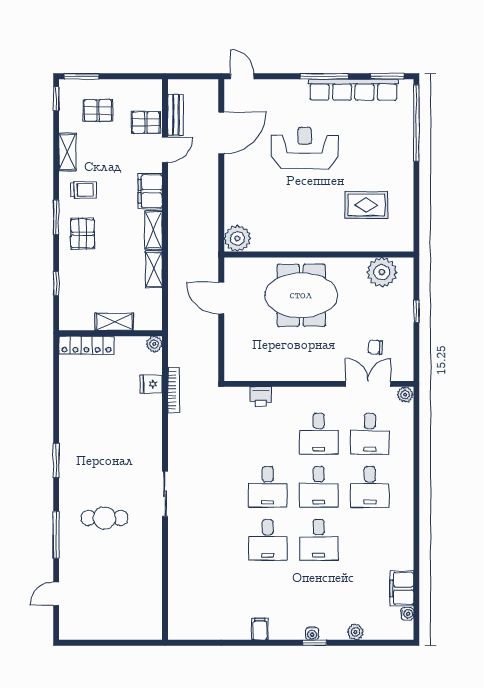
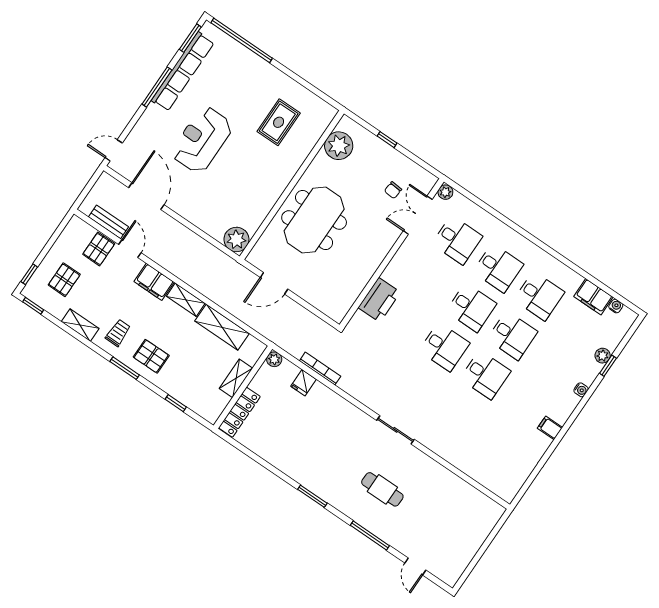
window: (82, 76) -> (29, 274), width x0.67
shelving: (154, 269) -> (222, 327), width x1.50, depth x1.33
printer: (261, 396) -> (379, 300), width x1.87, depth x1.48
desk: (319, 434) -> (539, 296), moved
cafe table: (104, 518) -> (382, 489), turned 90
window: (315, 643) -> (608, 366), moved

